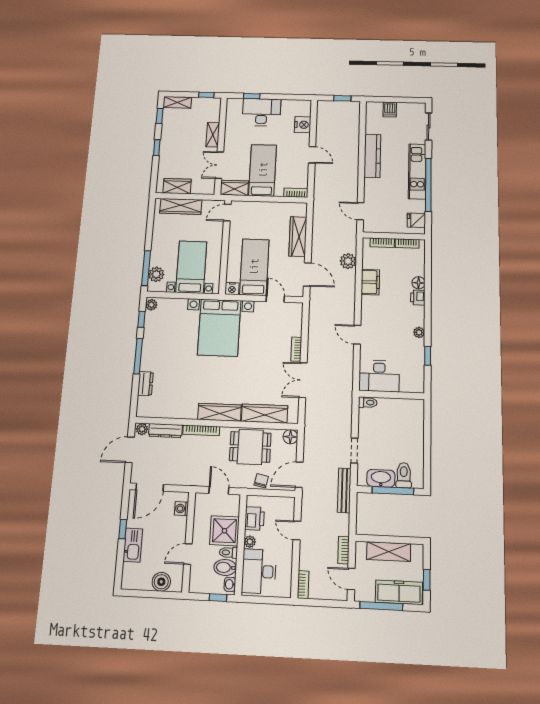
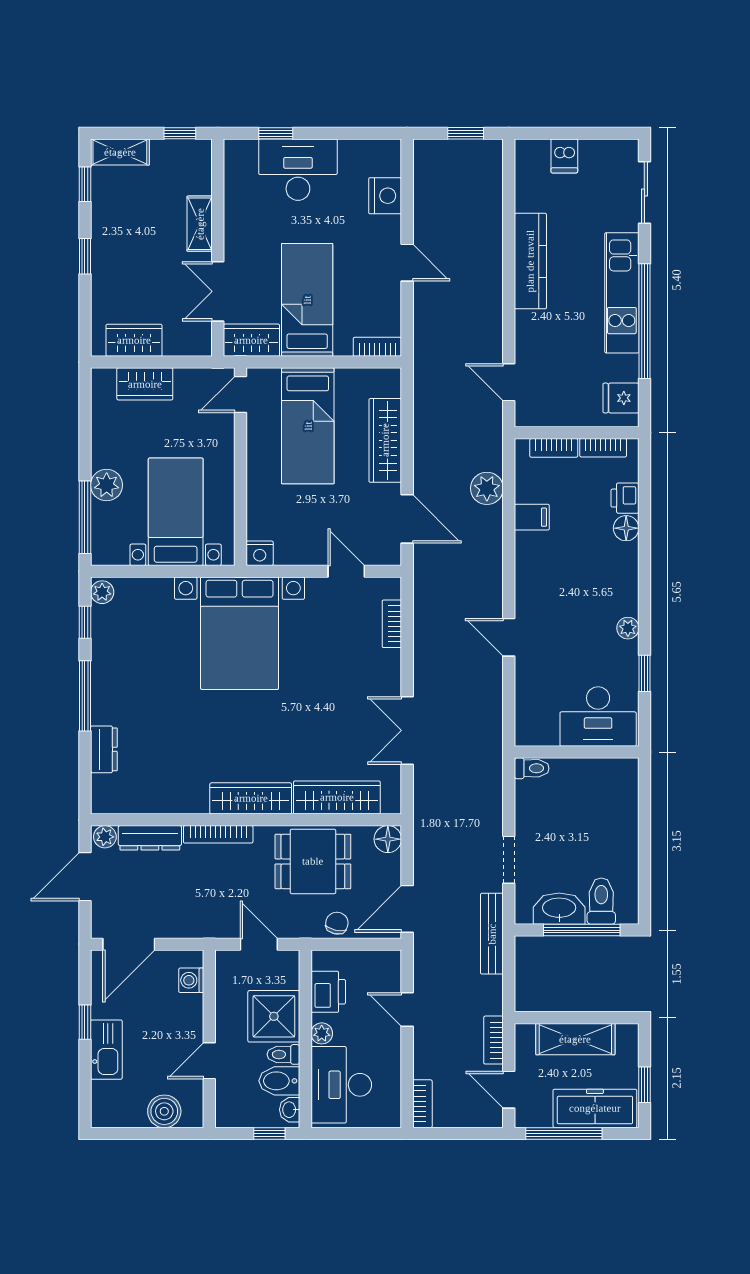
wardrobe: (181, 206) -> (145, 384), width x0.67
bed: (254, 267) -> (308, 426), moved, turned 180
plant: (156, 274) -> (107, 485), moved
filing cabinet: (370, 282) -> (532, 517), width x0.50
printer: (418, 298) -> (625, 498), moved
bookcase: (296, 349) -> (392, 624), moved
desk: (379, 376) -> (598, 717), moved

